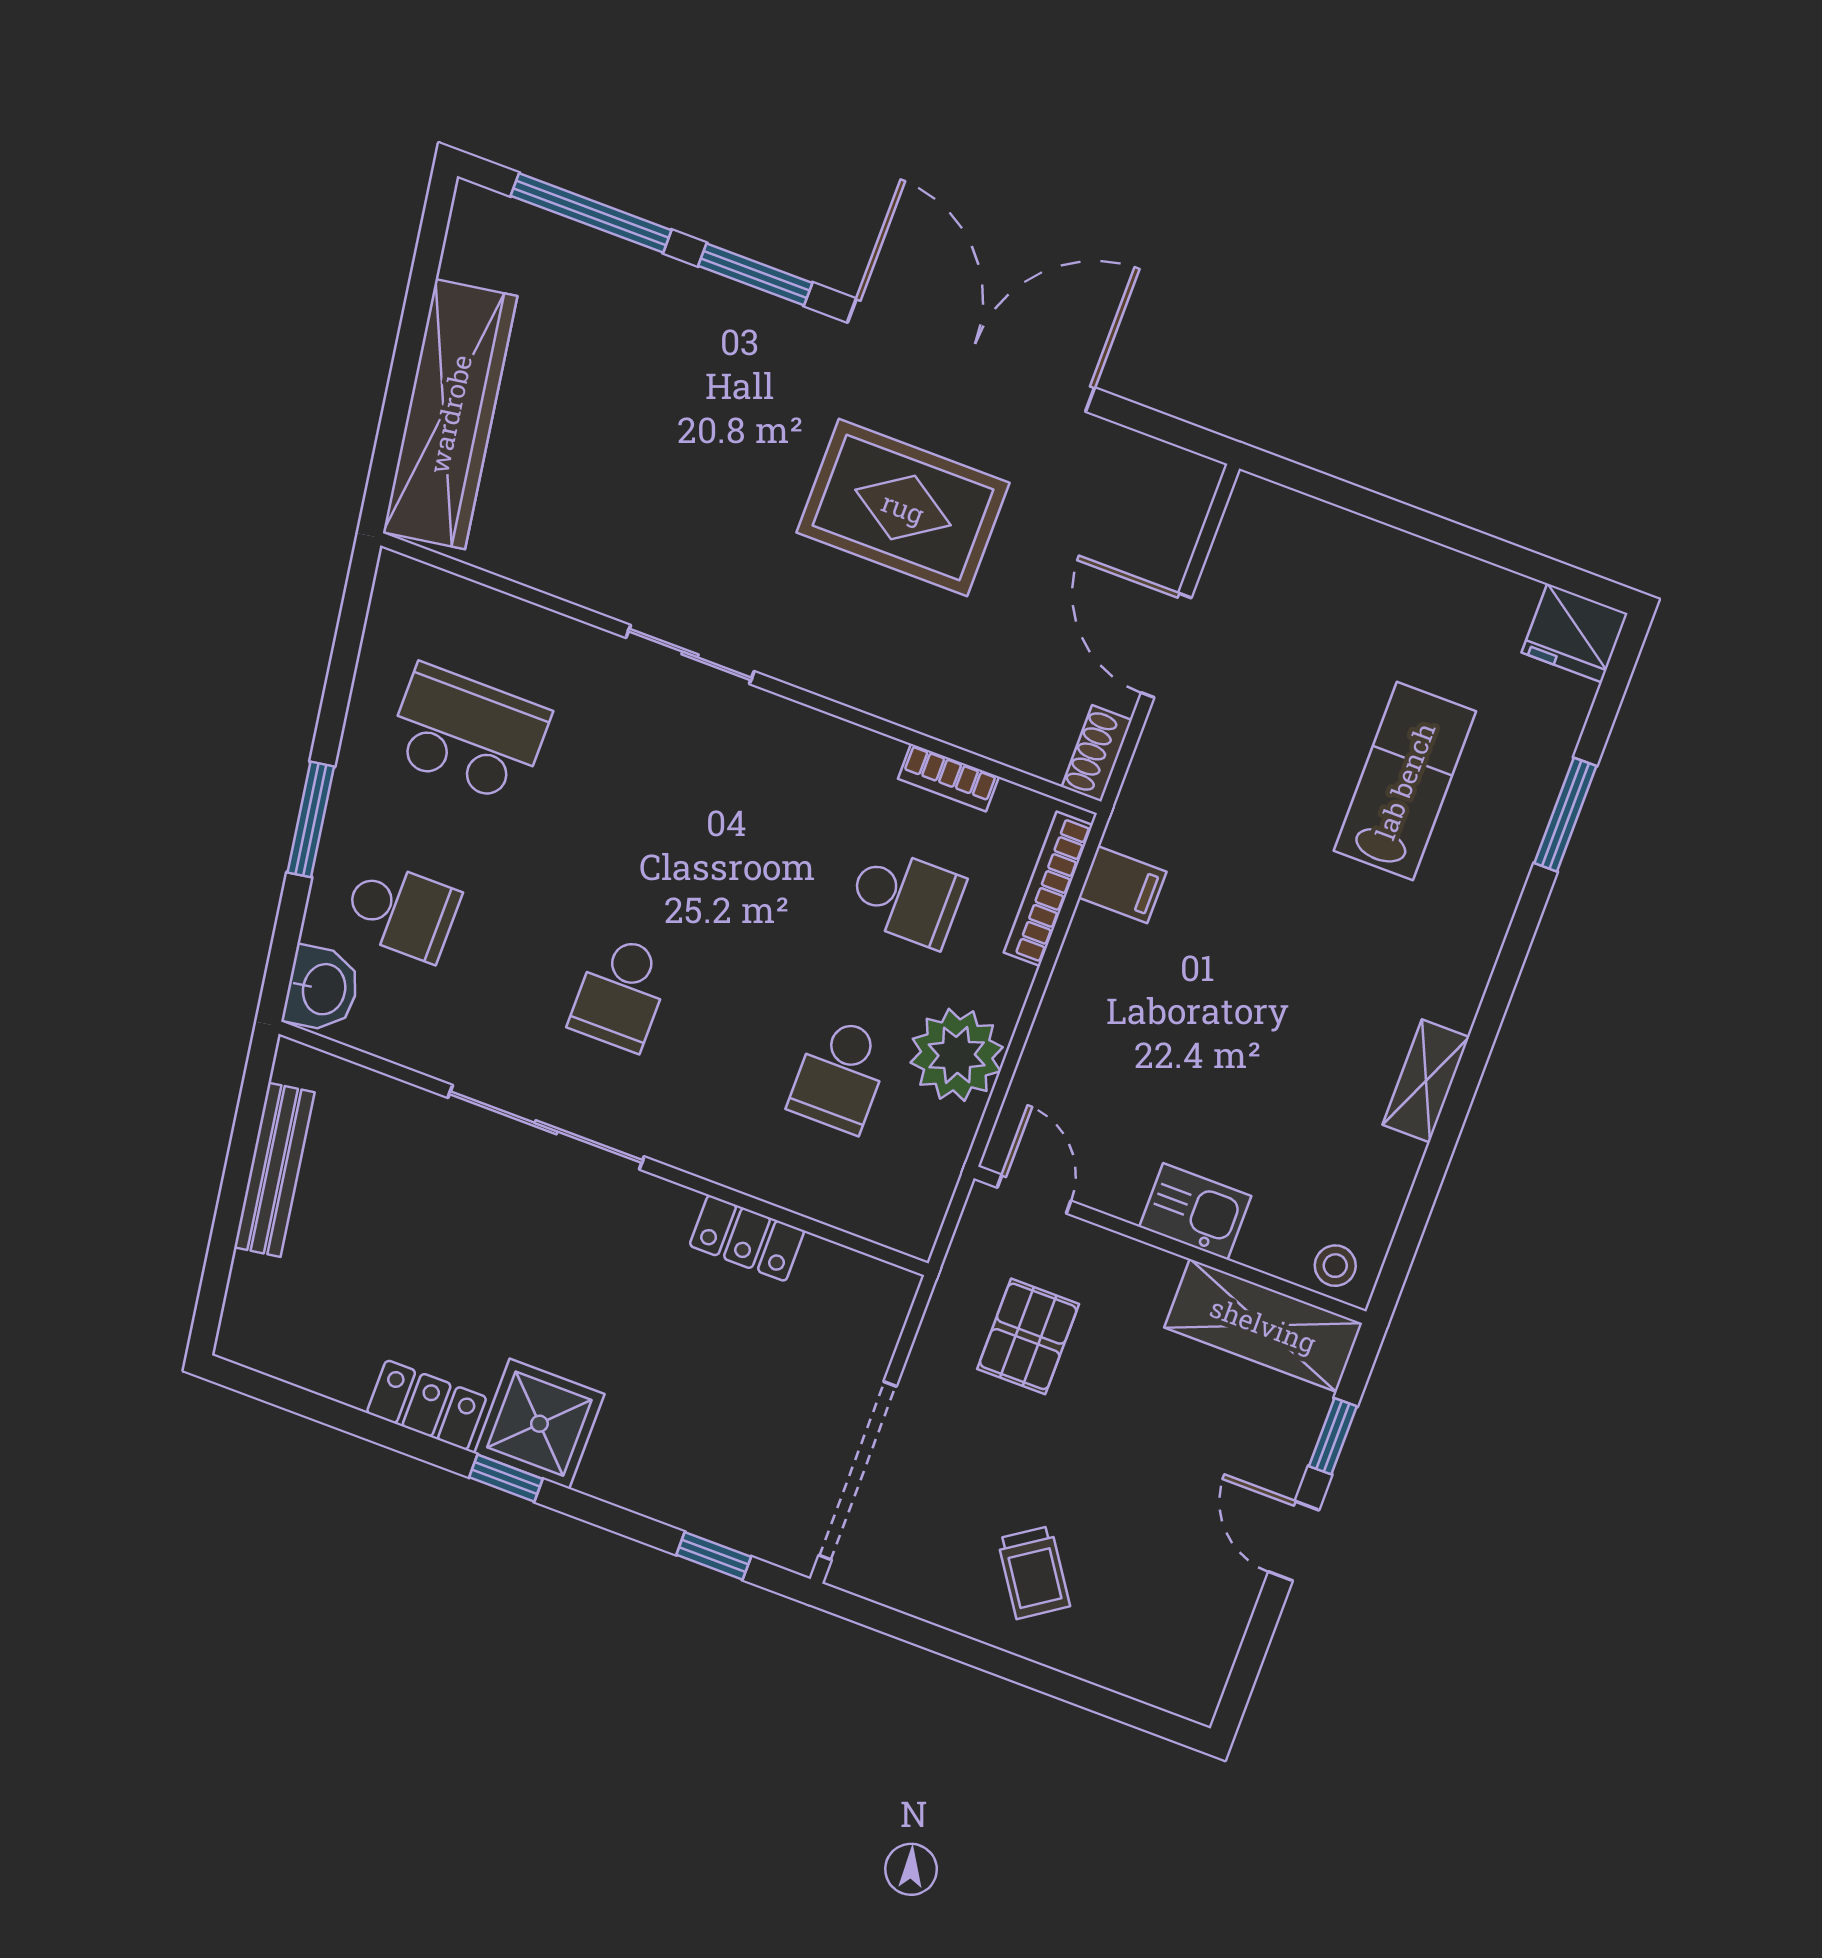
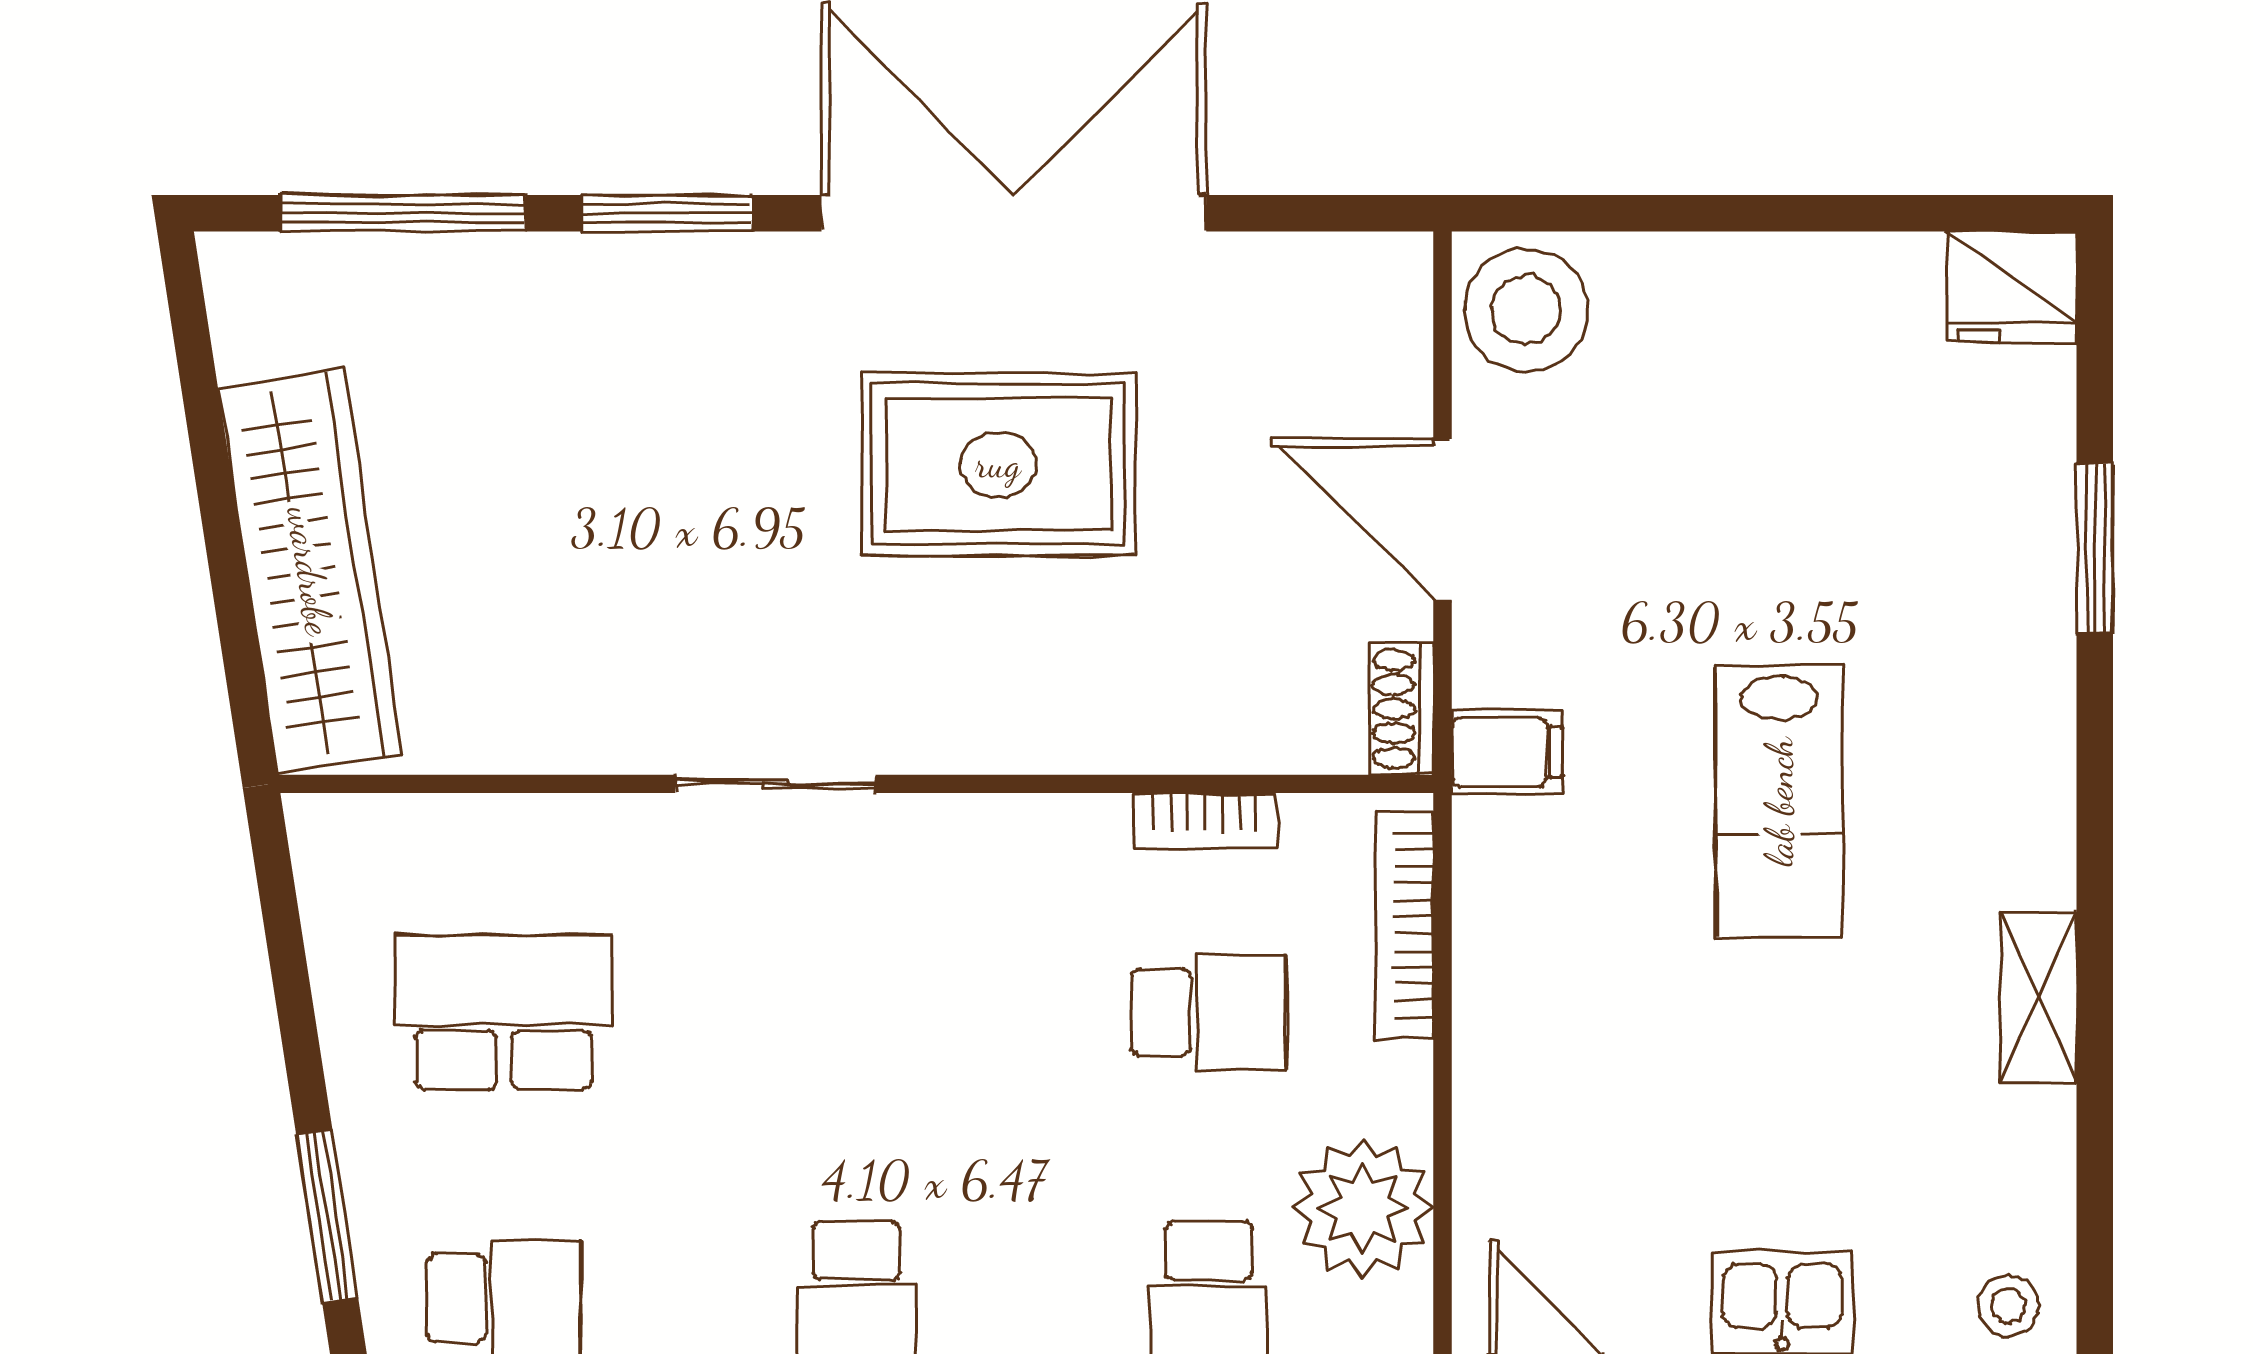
stool: (1267, 534) -> (1526, 310), added
lab bench: (1405, 781) -> (1779, 802), moved, turned 180
filing cabinet: (1122, 885) -> (1507, 752), moved

